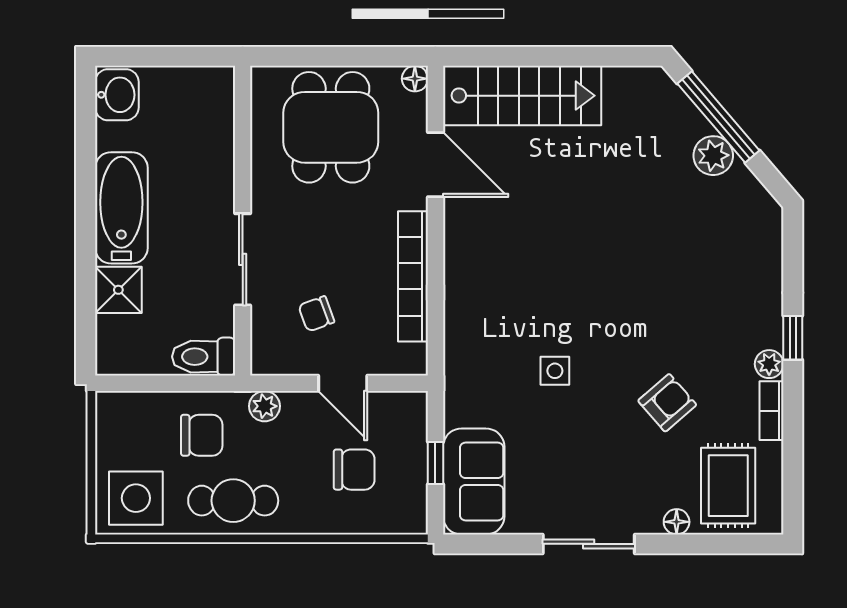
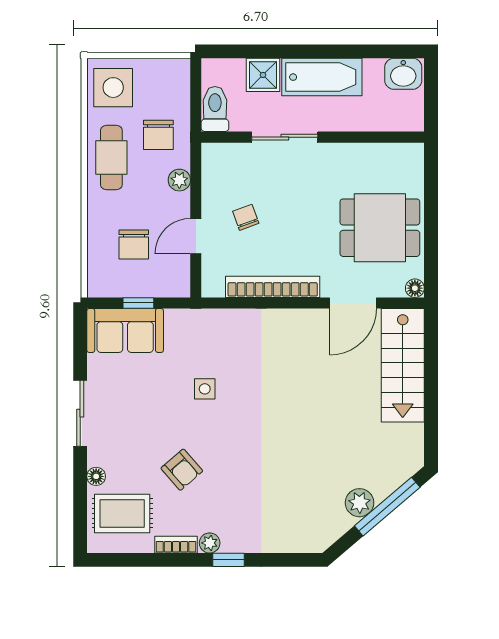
wall: (243, 221) -> (313, 137), moved
sliding door: (243, 259) -> (285, 137), moved
toilet: (204, 357) -> (215, 109), moved

